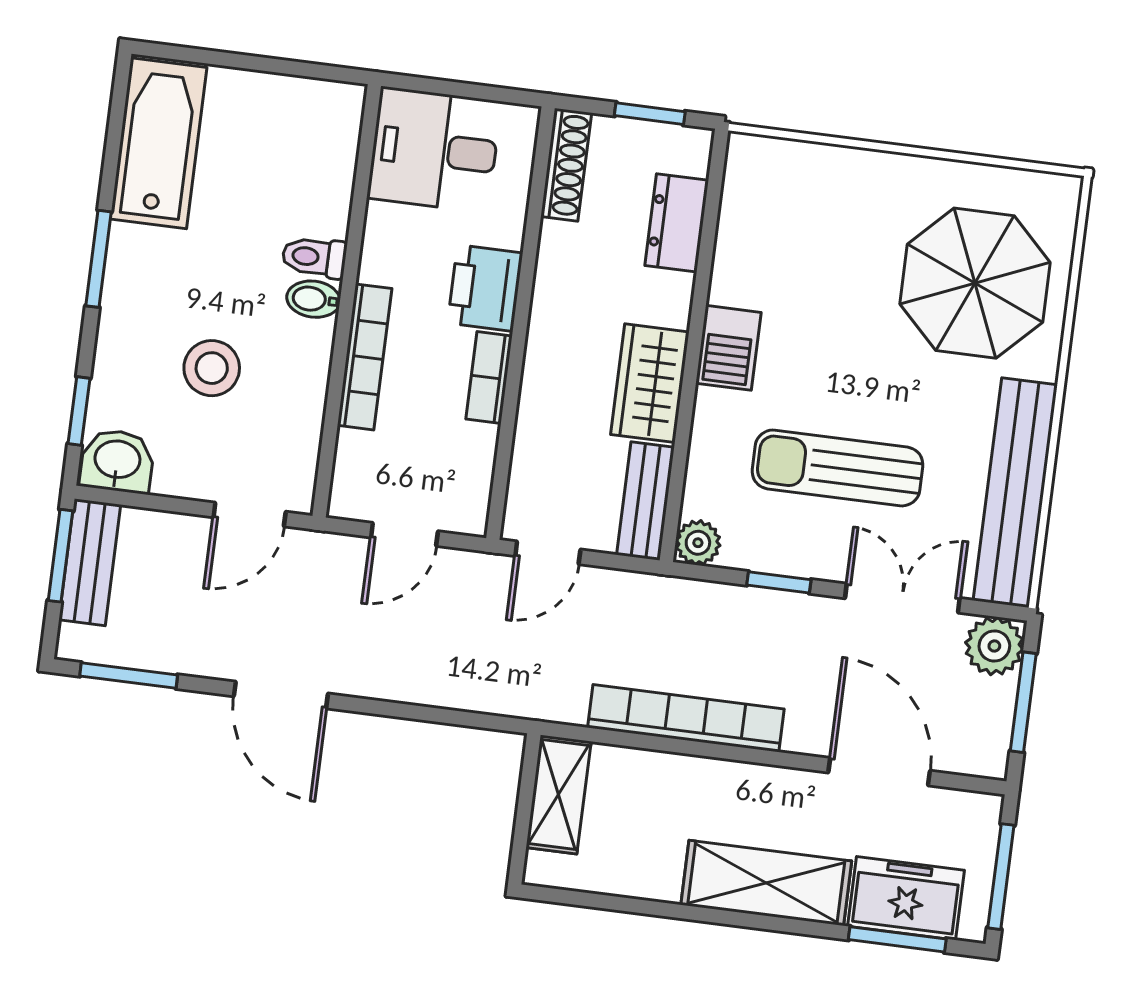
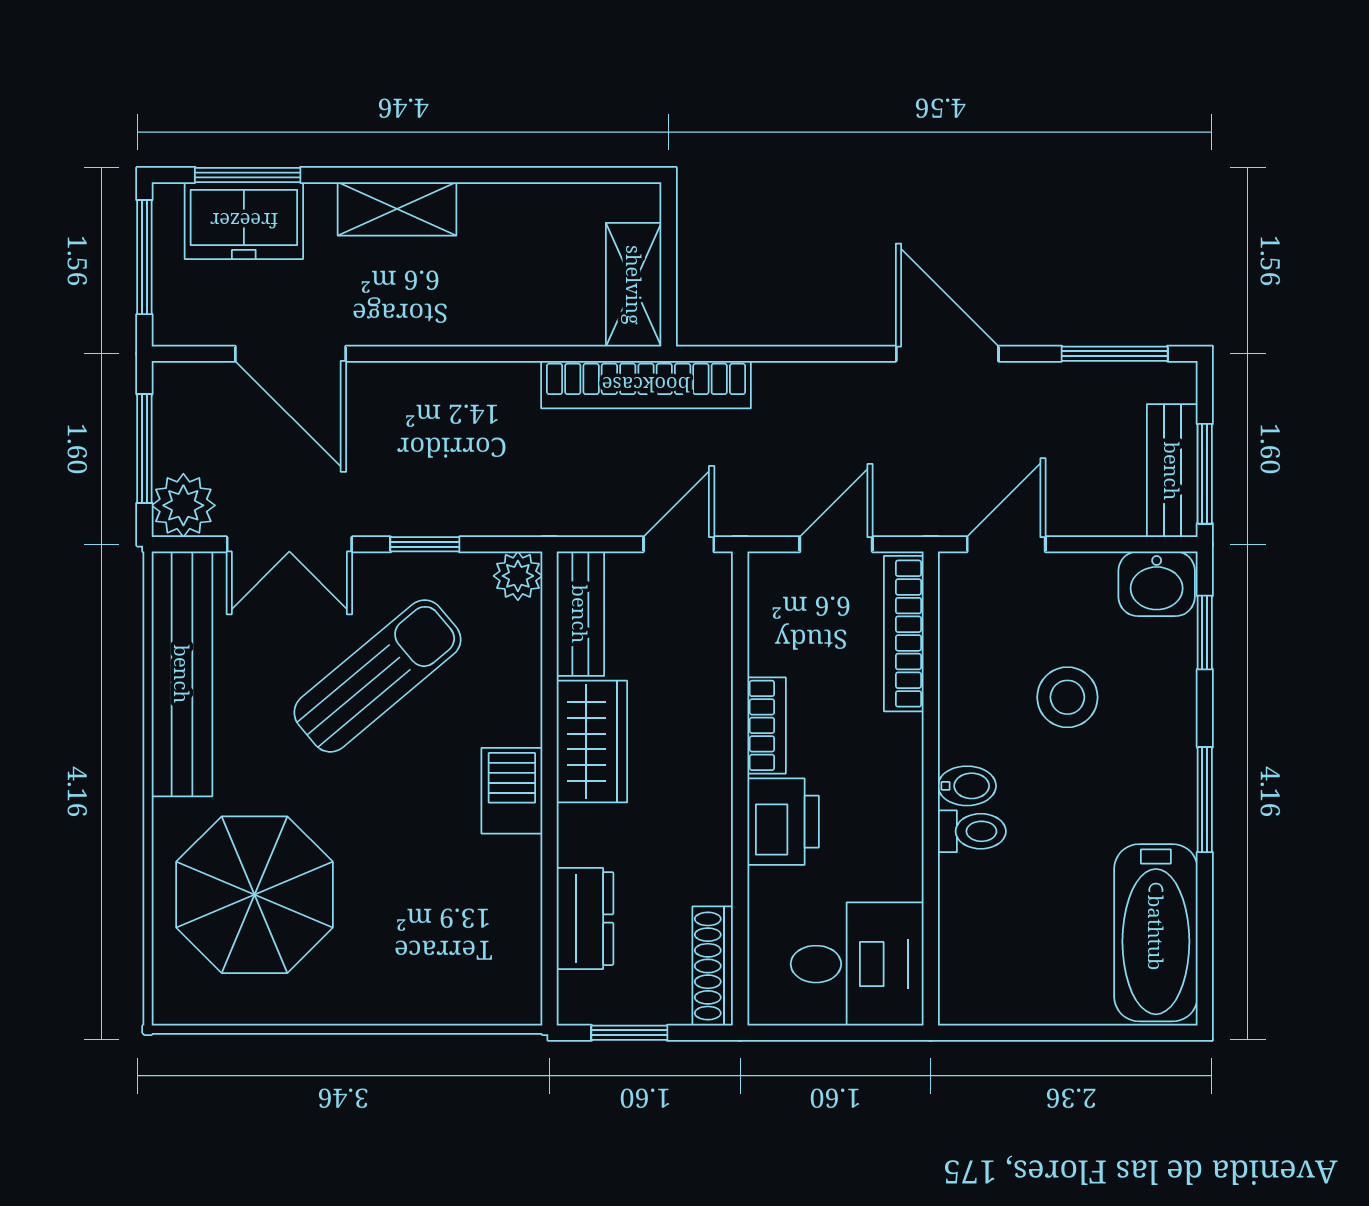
bookcase: (365, 357) -> (904, 634), moved
sun lounger: (838, 468) -> (377, 676), turned -40
bookcase: (686, 718) -> (646, 385), moved
shelving: (766, 883) -> (397, 209), width x0.67, depth x0.75

